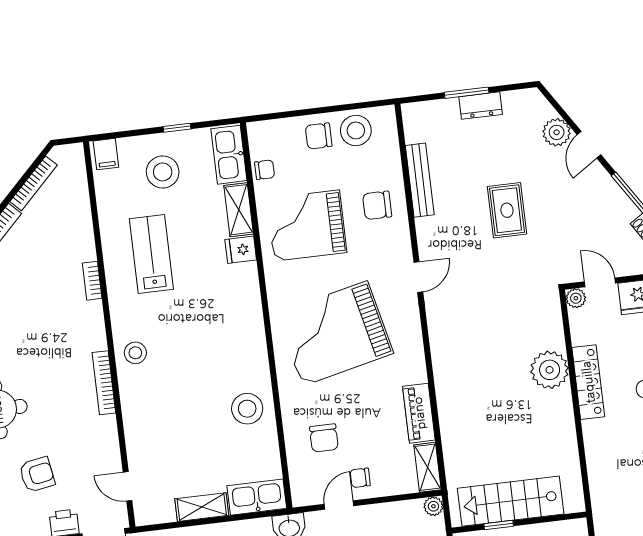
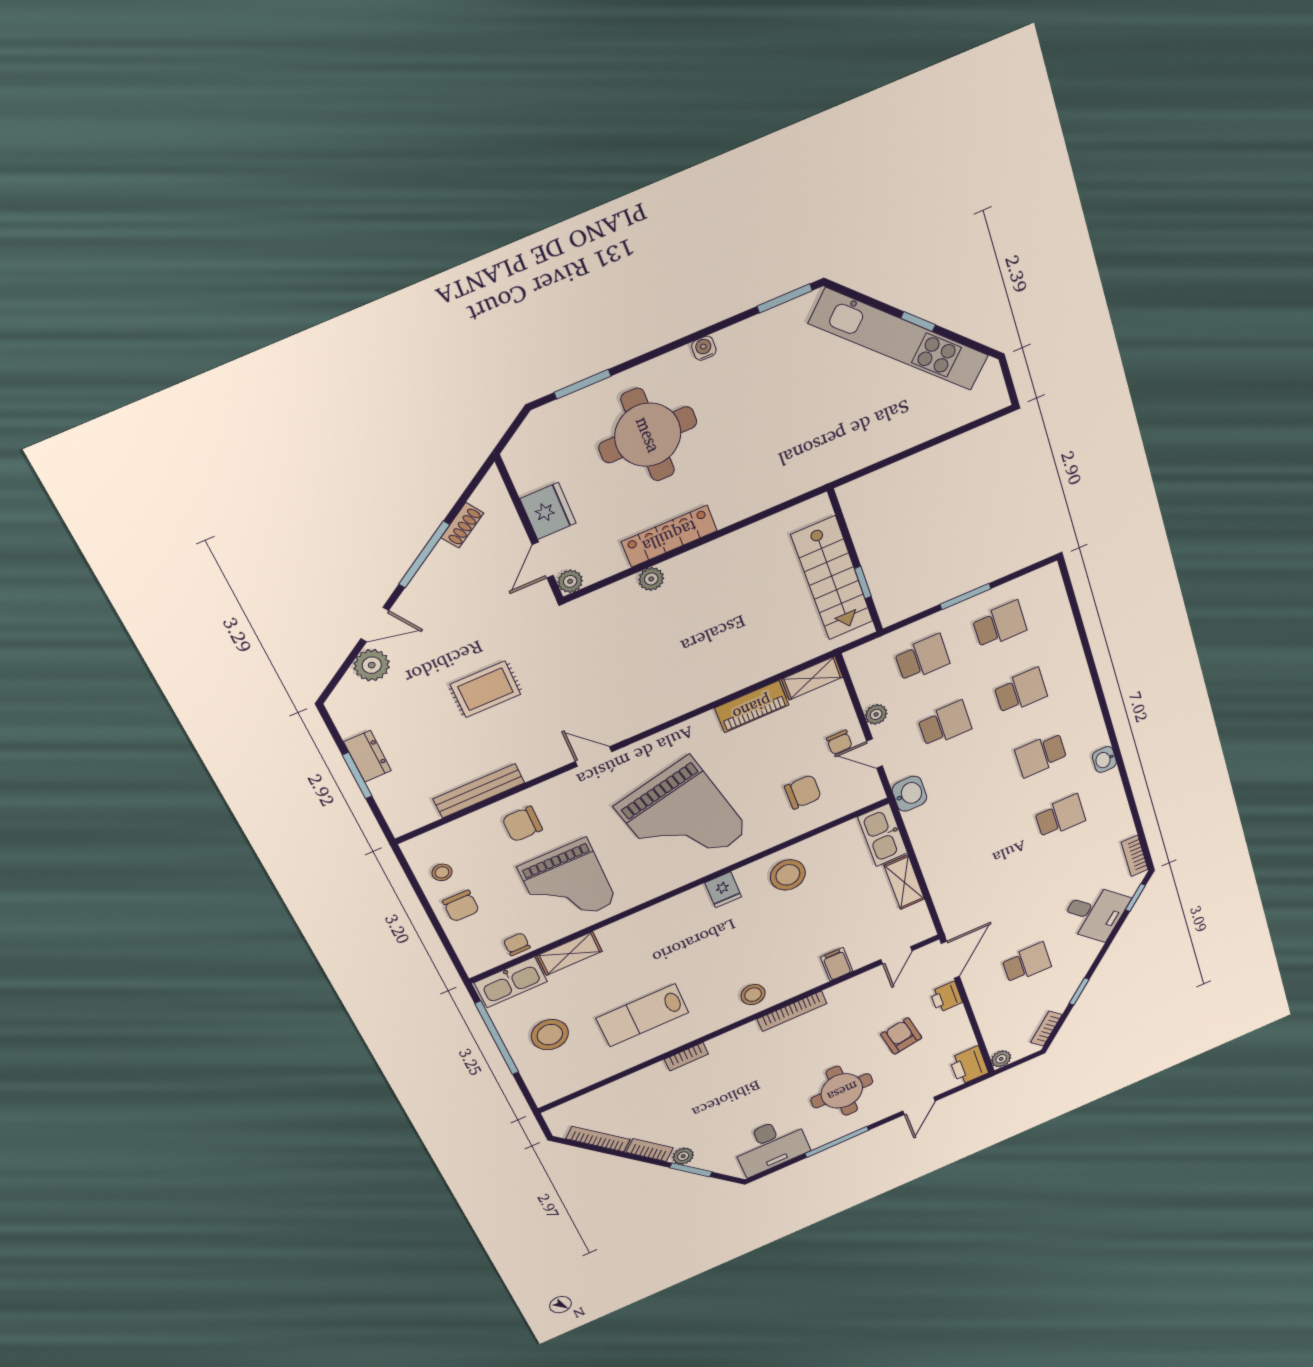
window: (177, 128) -> (497, 1038), width x3.17
stool: (356, 130) -> (442, 872), width x0.53, depth x0.53
filing cabinet: (106, 154) -> (837, 964), moved, turned -90
chair: (377, 205) -> (522, 824), turned 90
fridge: (241, 250) -> (723, 890), moved
plant: (550, 370) -> (651, 579), width x0.53, depth x0.53
plant: (433, 506) -> (876, 714), moved

